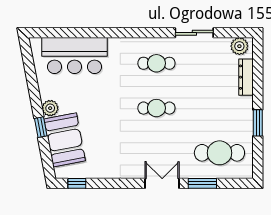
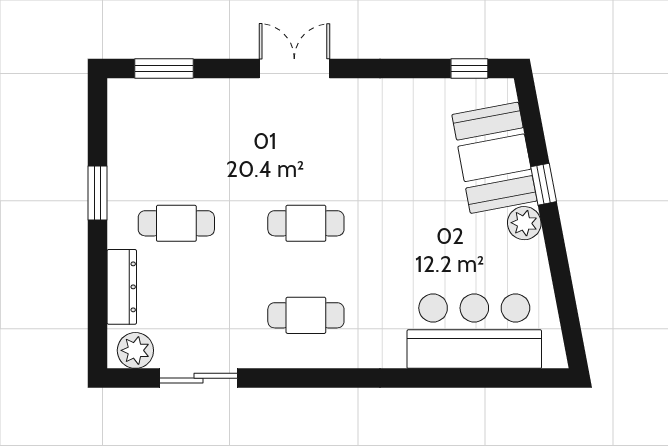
sliding door: (194, 33) -> (199, 378), moved
cafe table: (219, 153) -> (176, 223), moved, width x0.73, depth x0.74
double door: (162, 183) -> (294, 69), swing flipped
window: (202, 183) -> (164, 69), moved

